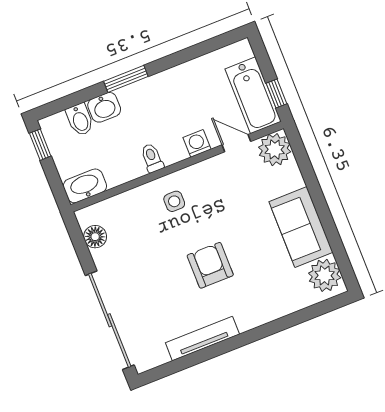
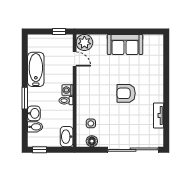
bathtub: (253, 95) -> (36, 69), moved, turned -90
washing machine: (197, 143) -> (67, 90), moved
door: (236, 143) -> (75, 59), swing flipped
side table: (174, 201) -> (91, 123), moved
plant: (325, 275) -> (152, 42), removed
tv unit: (202, 338) -> (158, 115), width x0.71

